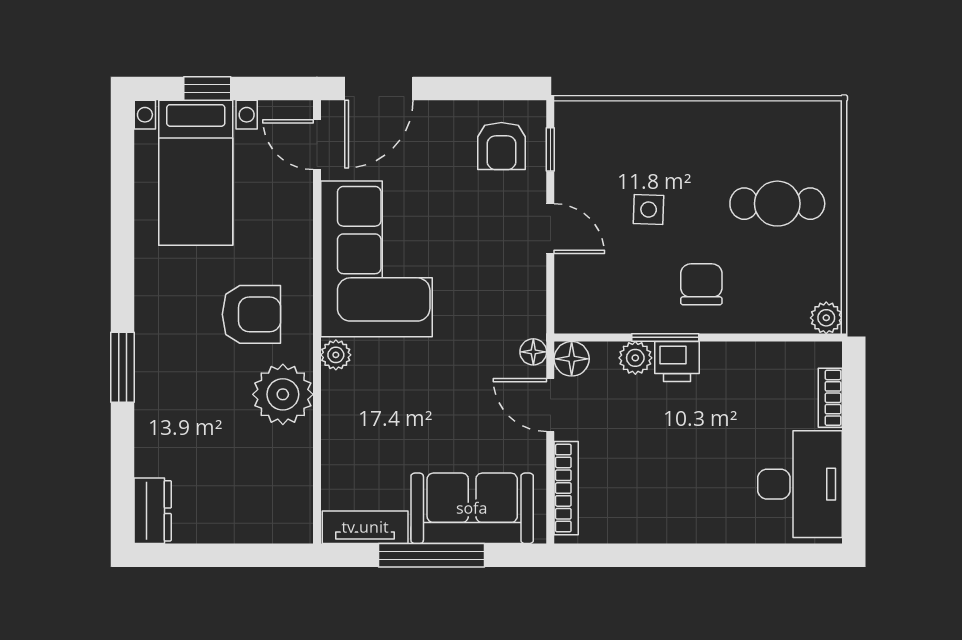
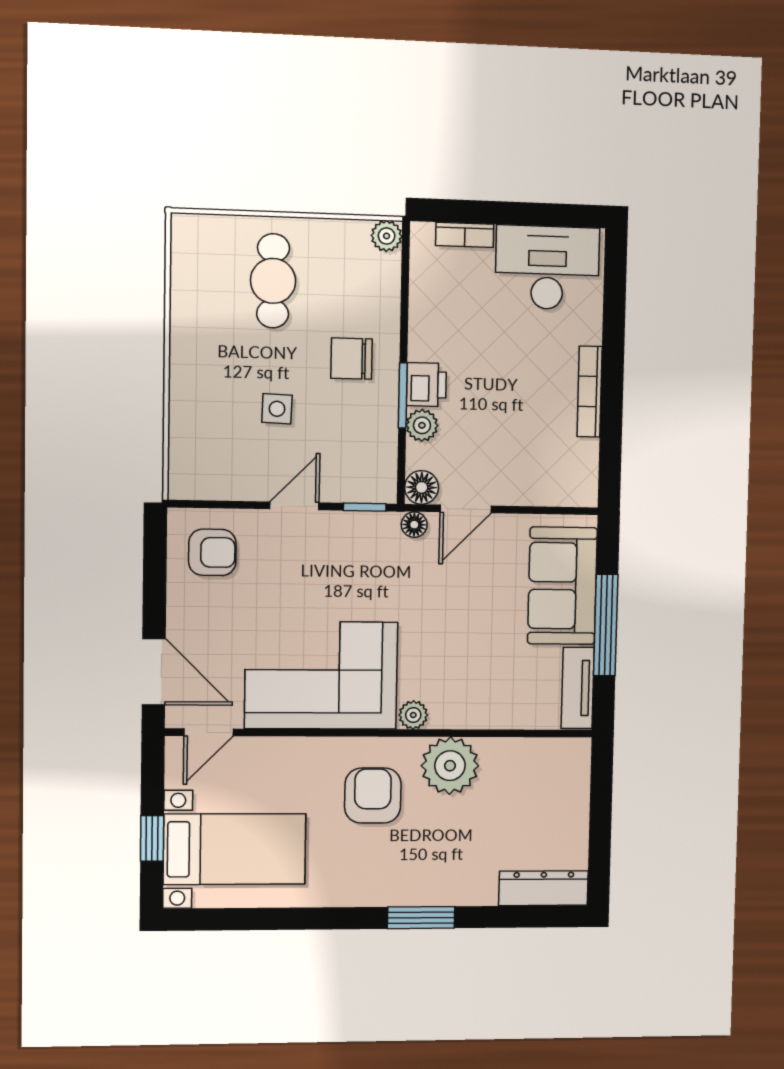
window: (550, 149) -> (365, 507), moved
bookcase: (566, 488) -> (590, 392), moved, turned -90
dresser: (153, 511) -> (544, 888), width x1.44

